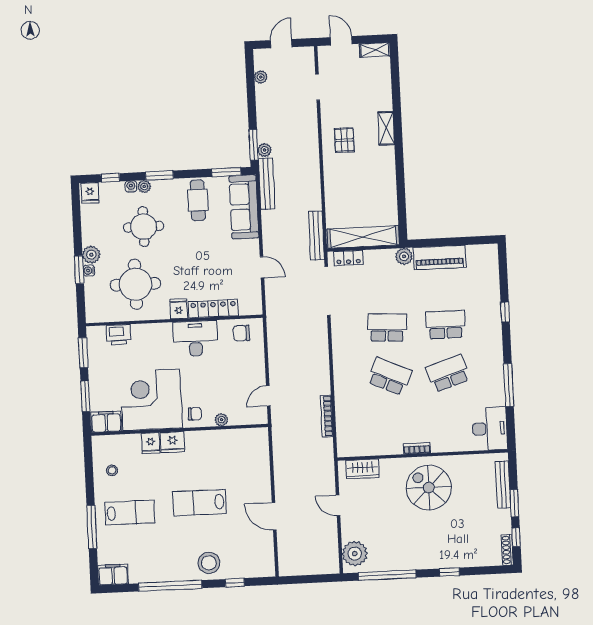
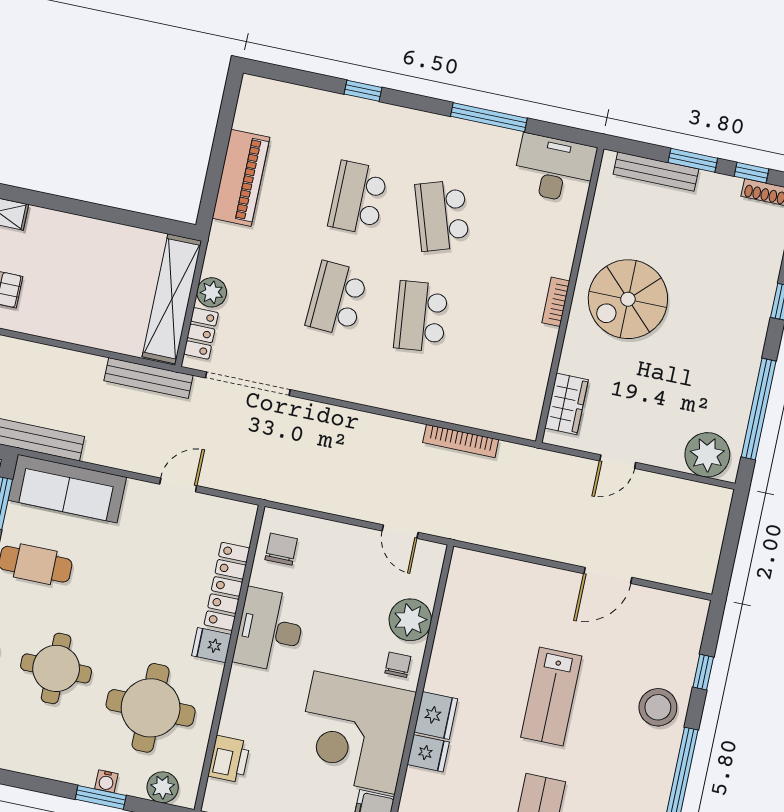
plant: (91, 255) -> (163, 787), moved
plant: (404, 256) -> (212, 292), moved
chair: (241, 333) -> (281, 549), turned 180
school desk: (389, 376) -> (421, 316), turned -30
plant: (222, 420) -> (410, 620), width x1.88, depth x1.88

